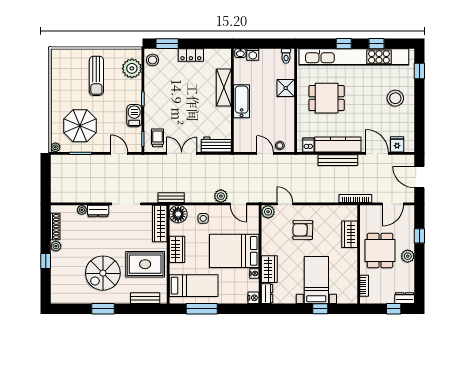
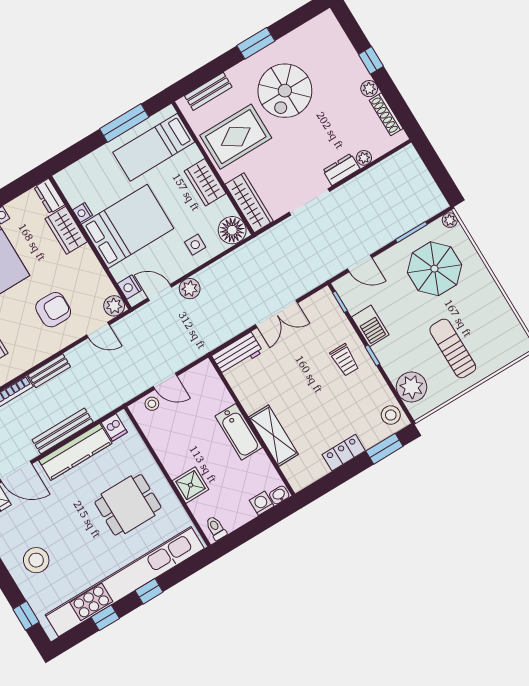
trolley: (158, 138) -> (344, 360), moved
bench: (171, 198) -> (49, 371), moved
spiral stairs: (103, 273) -> (285, 91), turned 180
nightstand: (253, 298) -> (129, 287), moved

